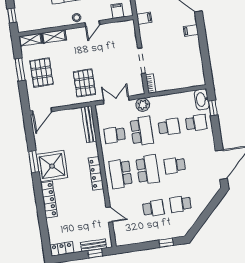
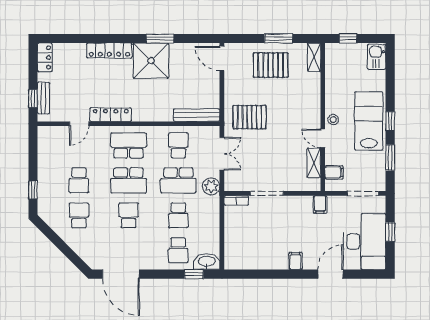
shelving: (54, 36) -> (314, 163), moved
locker: (96, 173) -> (111, 115), moved

